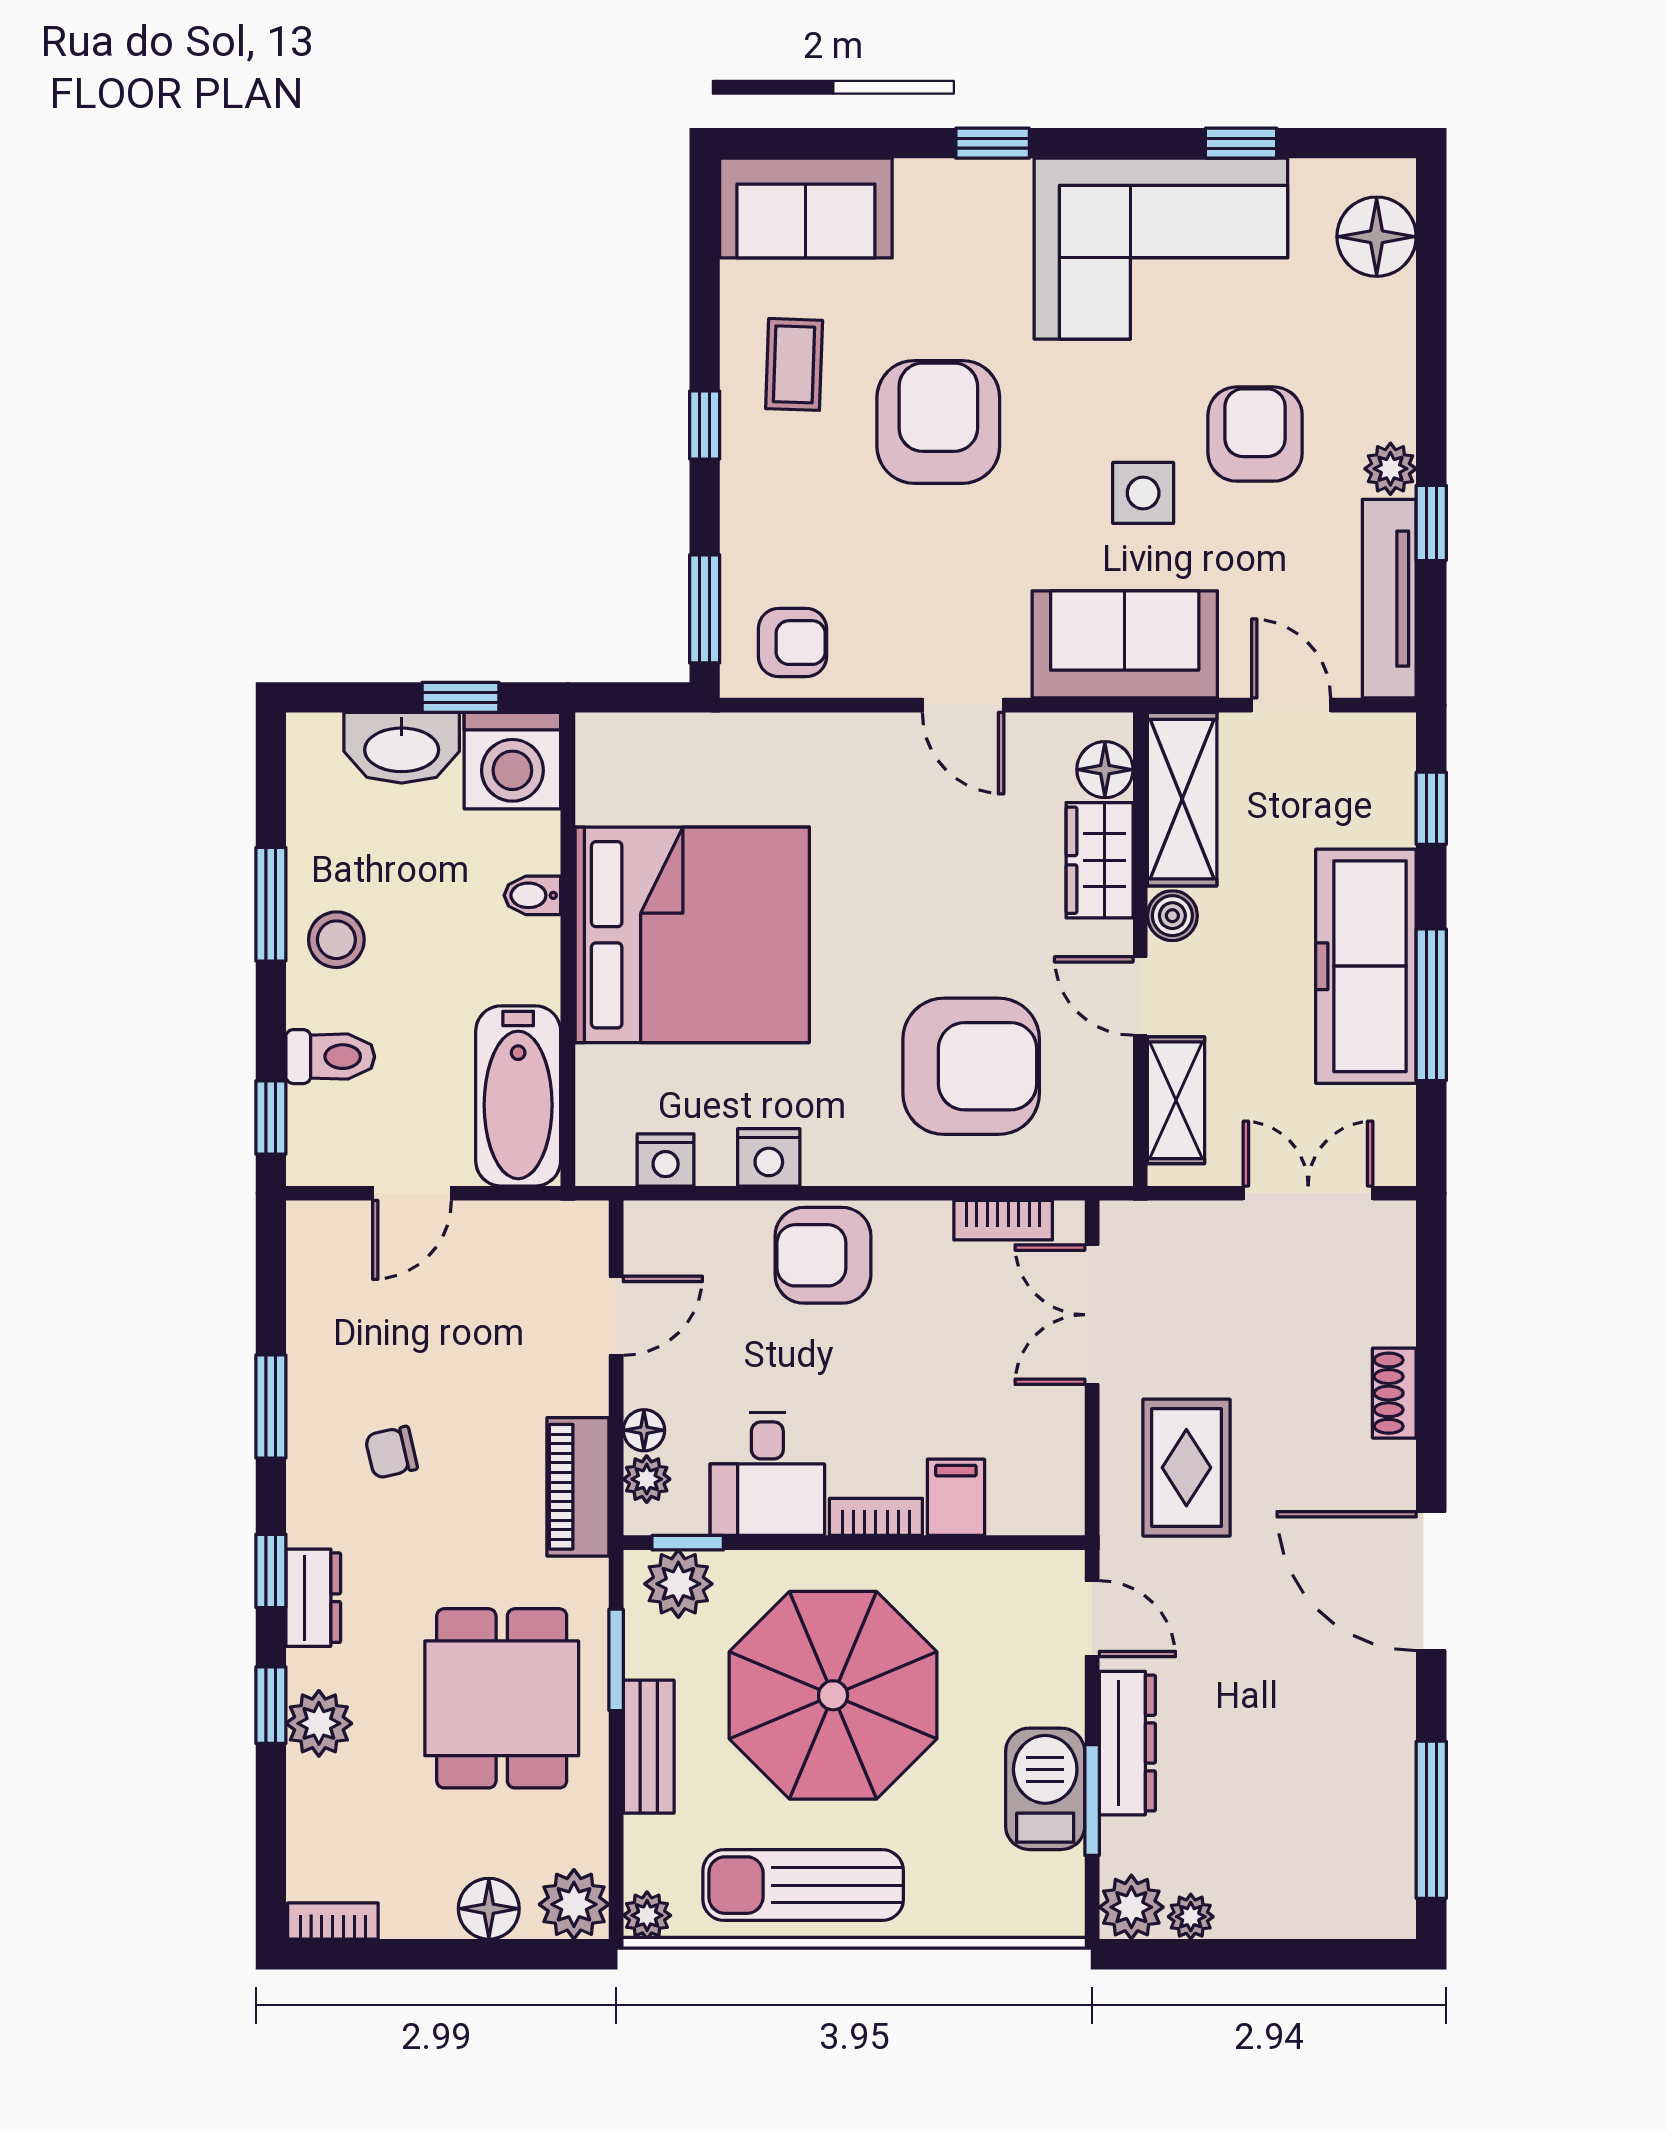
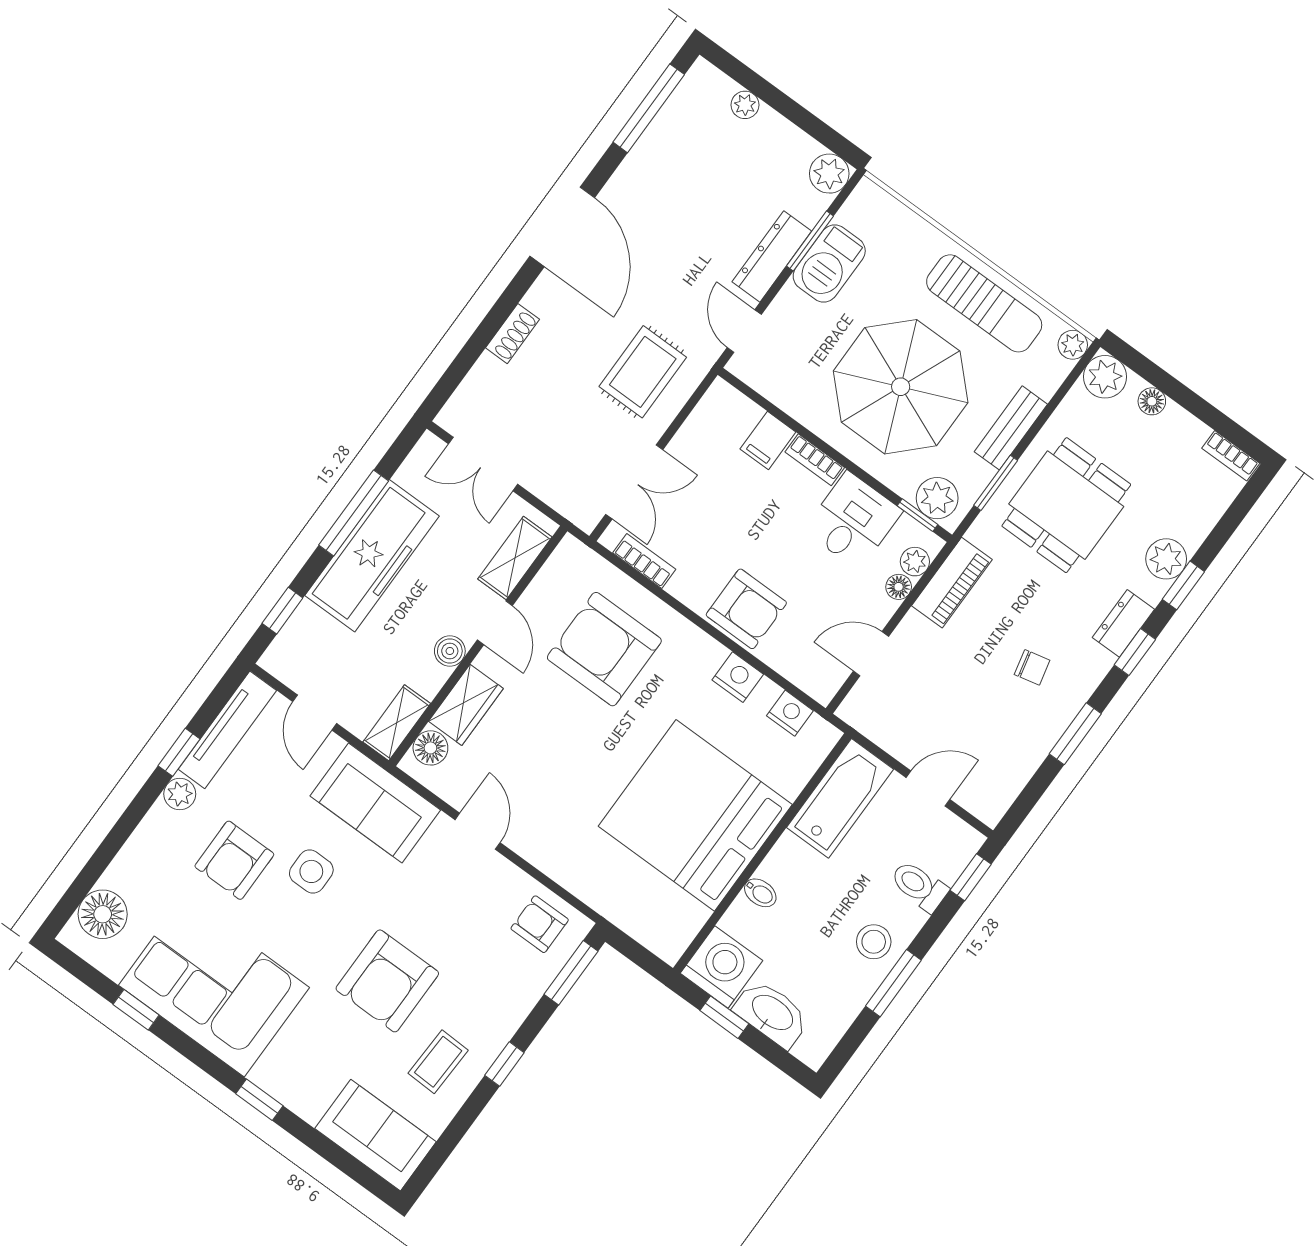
shelving: (1182, 799) -> (397, 723), width x0.67, depth x0.75
floor lamp: (489, 1909) -> (1152, 401), width x0.73, depth x0.73
plant: (1191, 1917) -> (745, 105), moved

